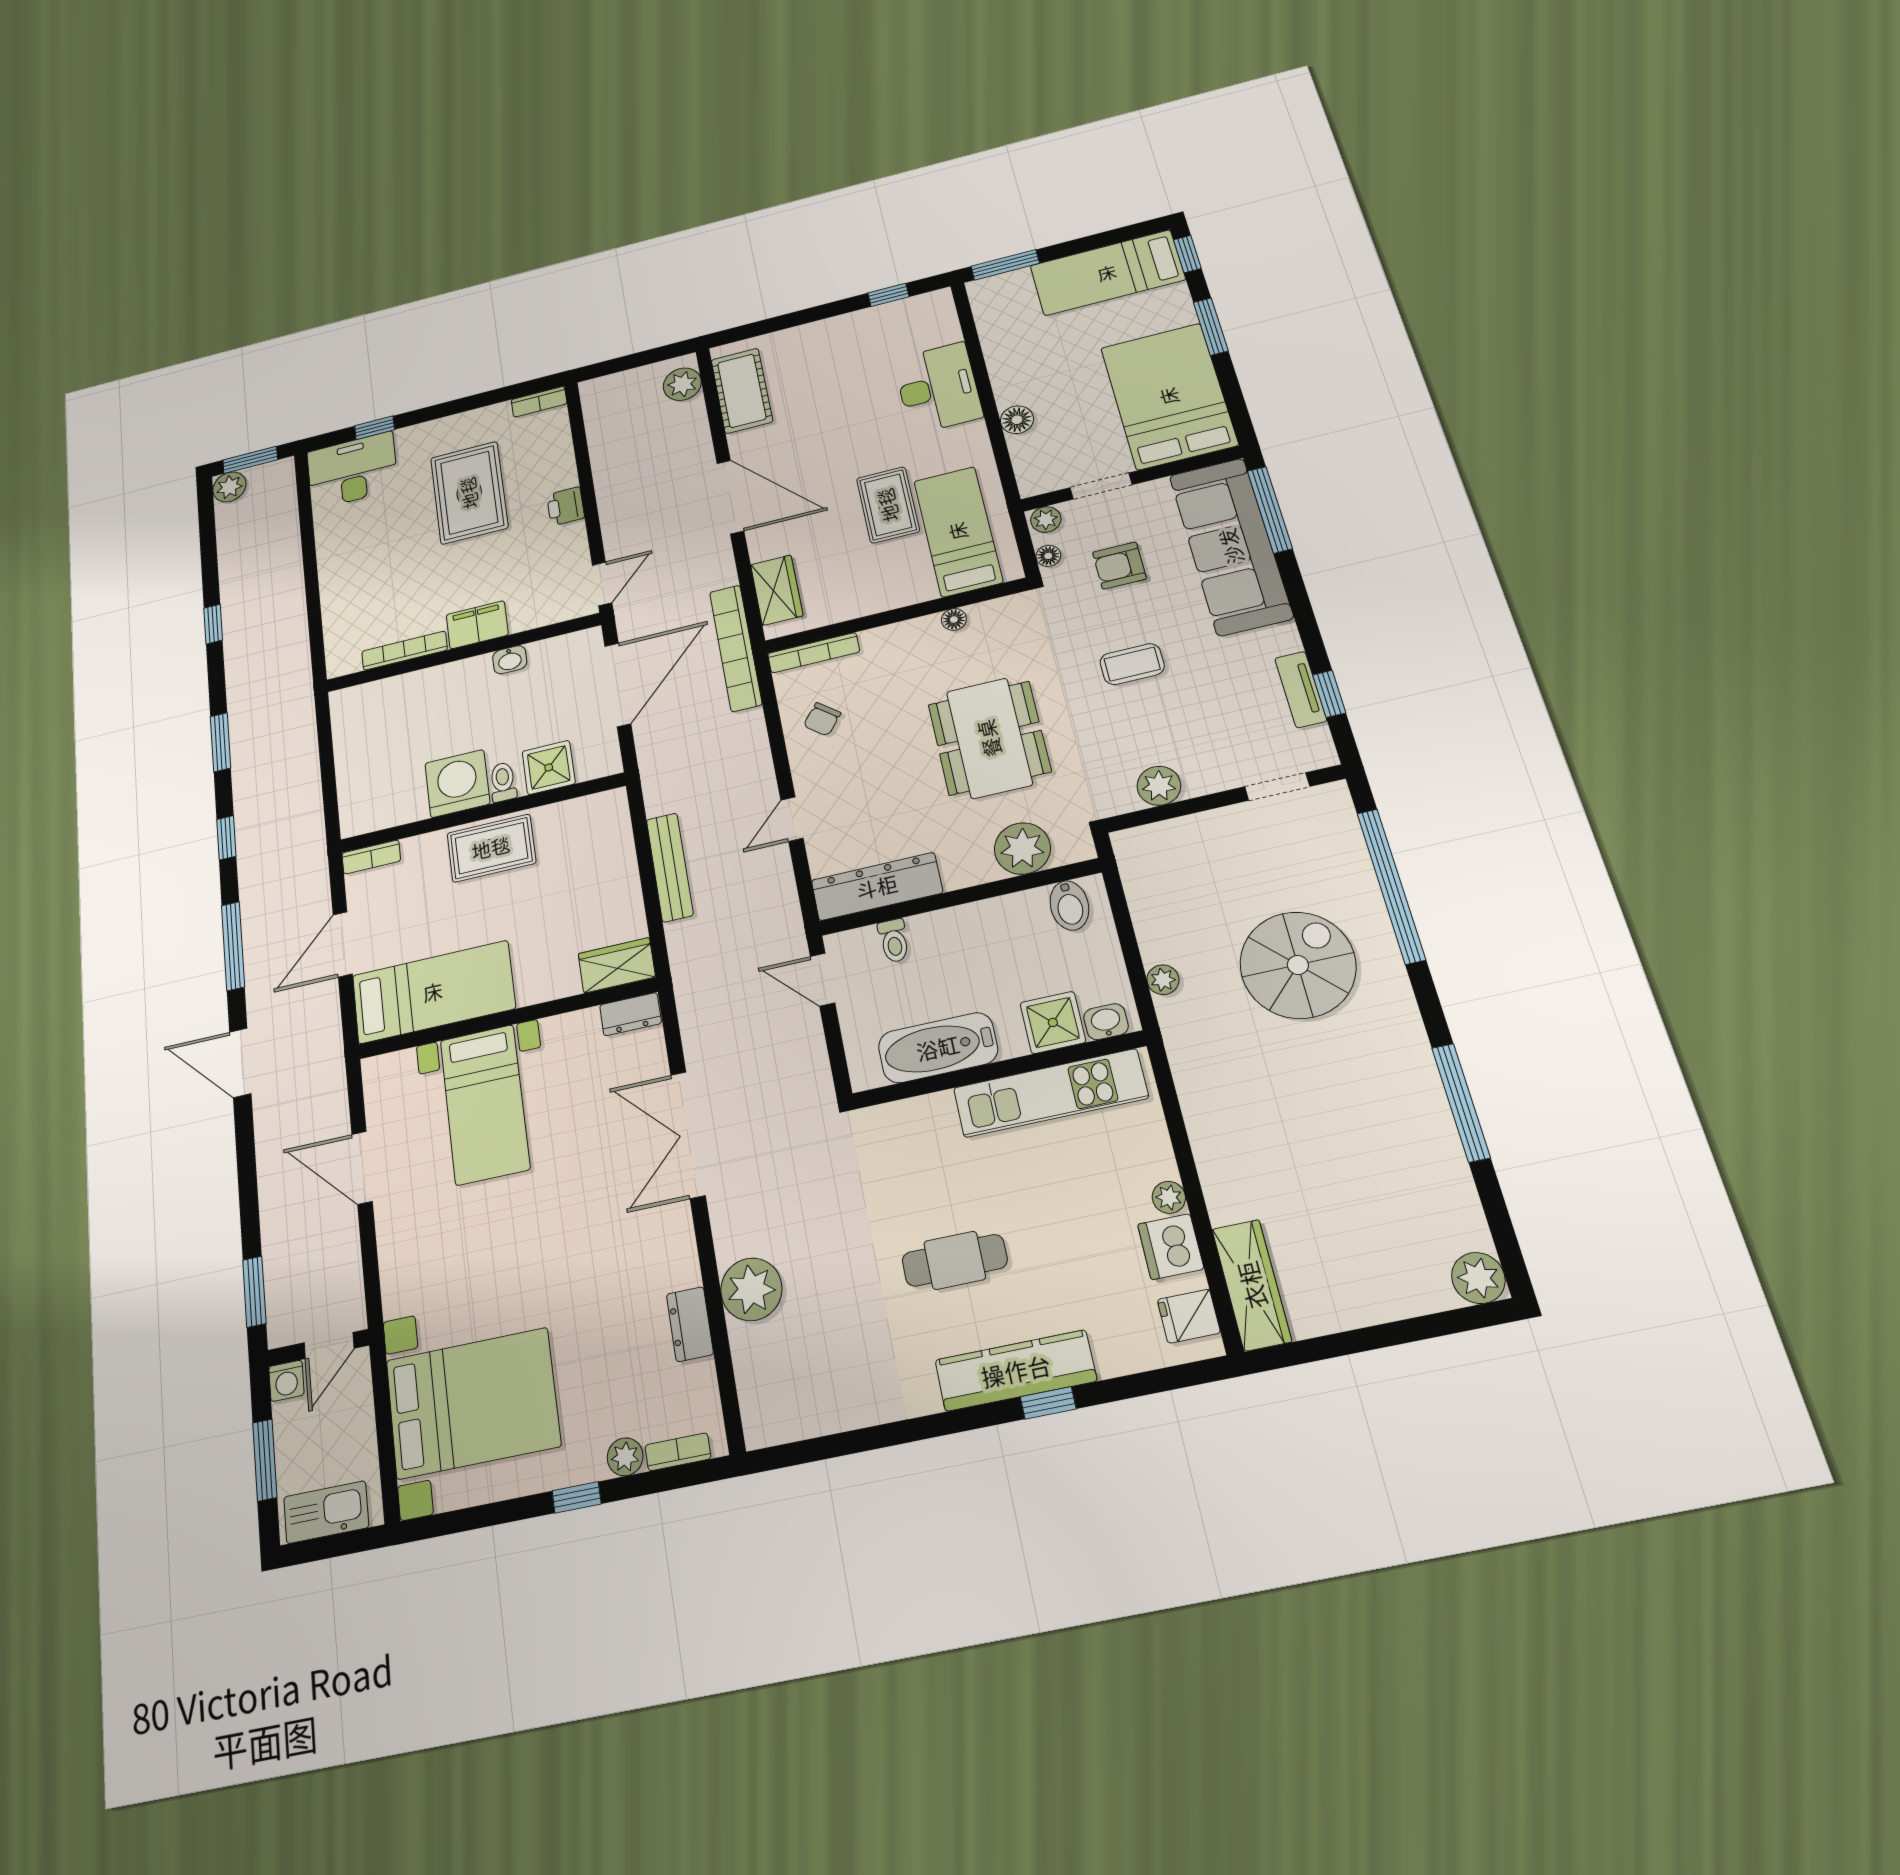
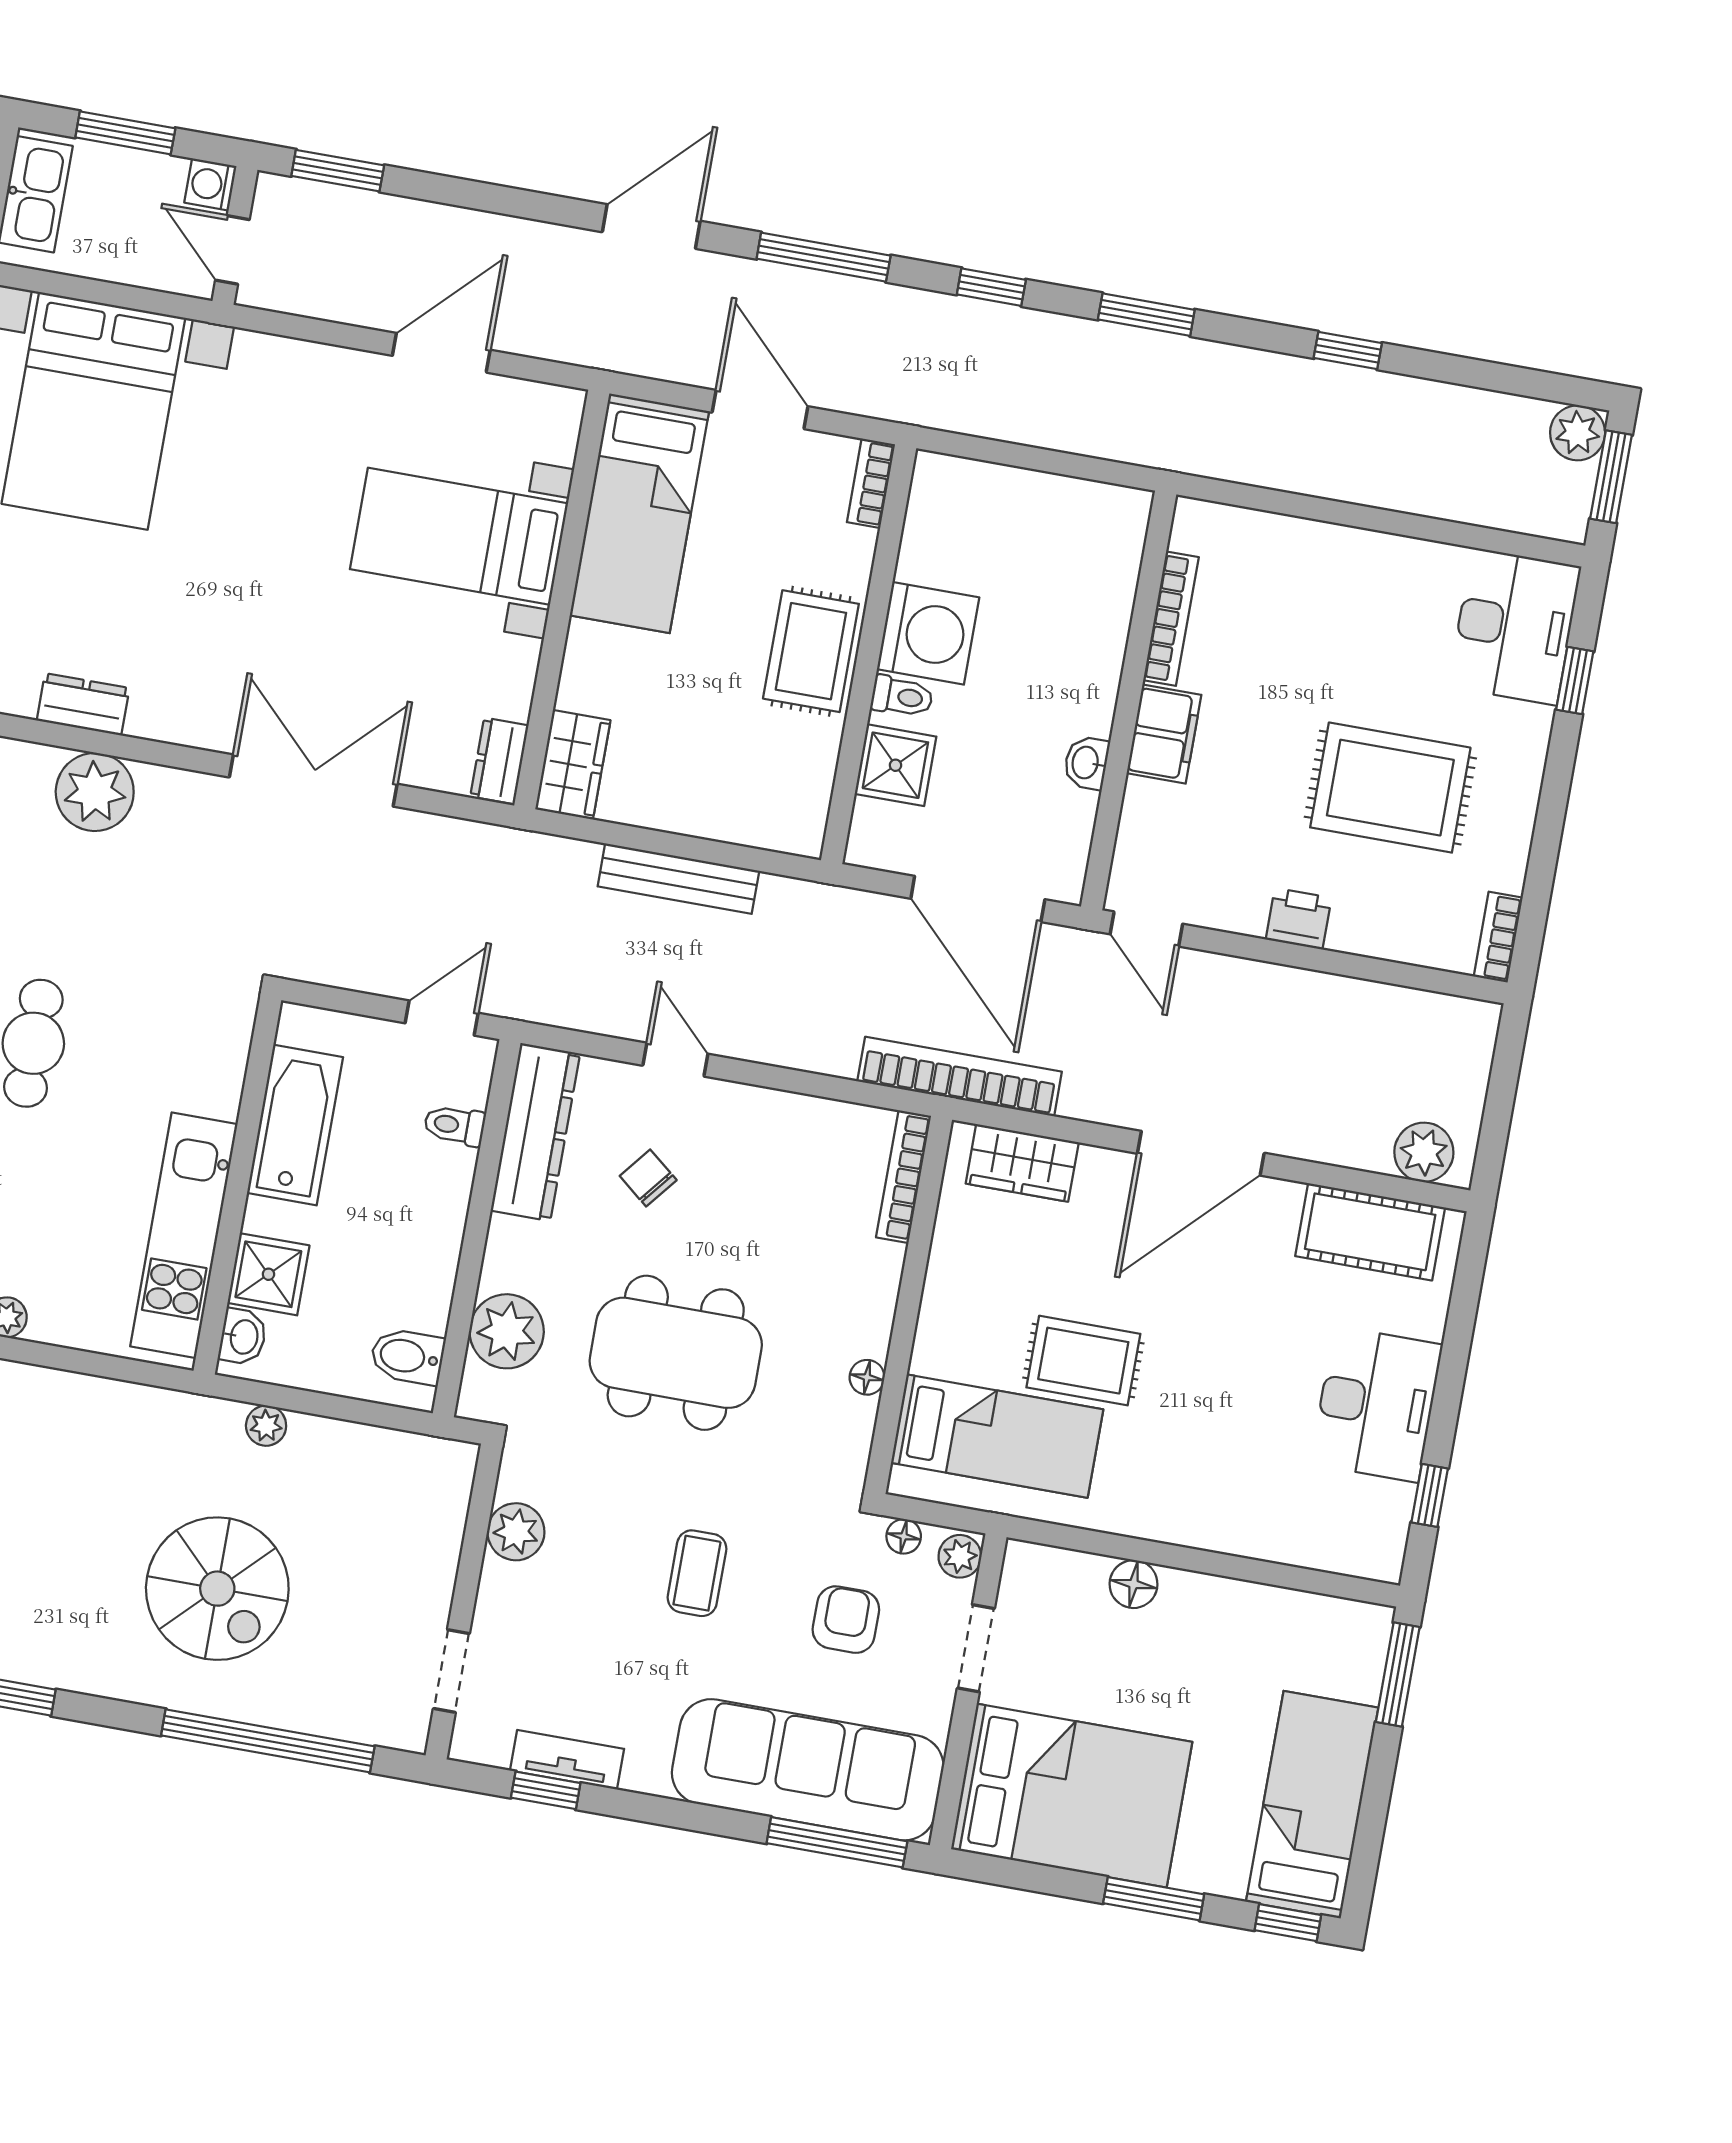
desk: (938, 388) -> (1376, 1404), moved, turned -90
chair: (822, 719) -> (648, 1178), moved

